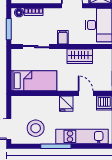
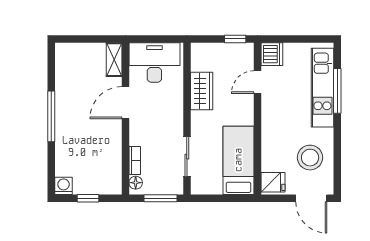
filing cabinet: (63, 37) -> (173, 116), removed
fridge: (66, 104) -> (273, 182), moved
window: (56, 146) -> (337, 91), moved

